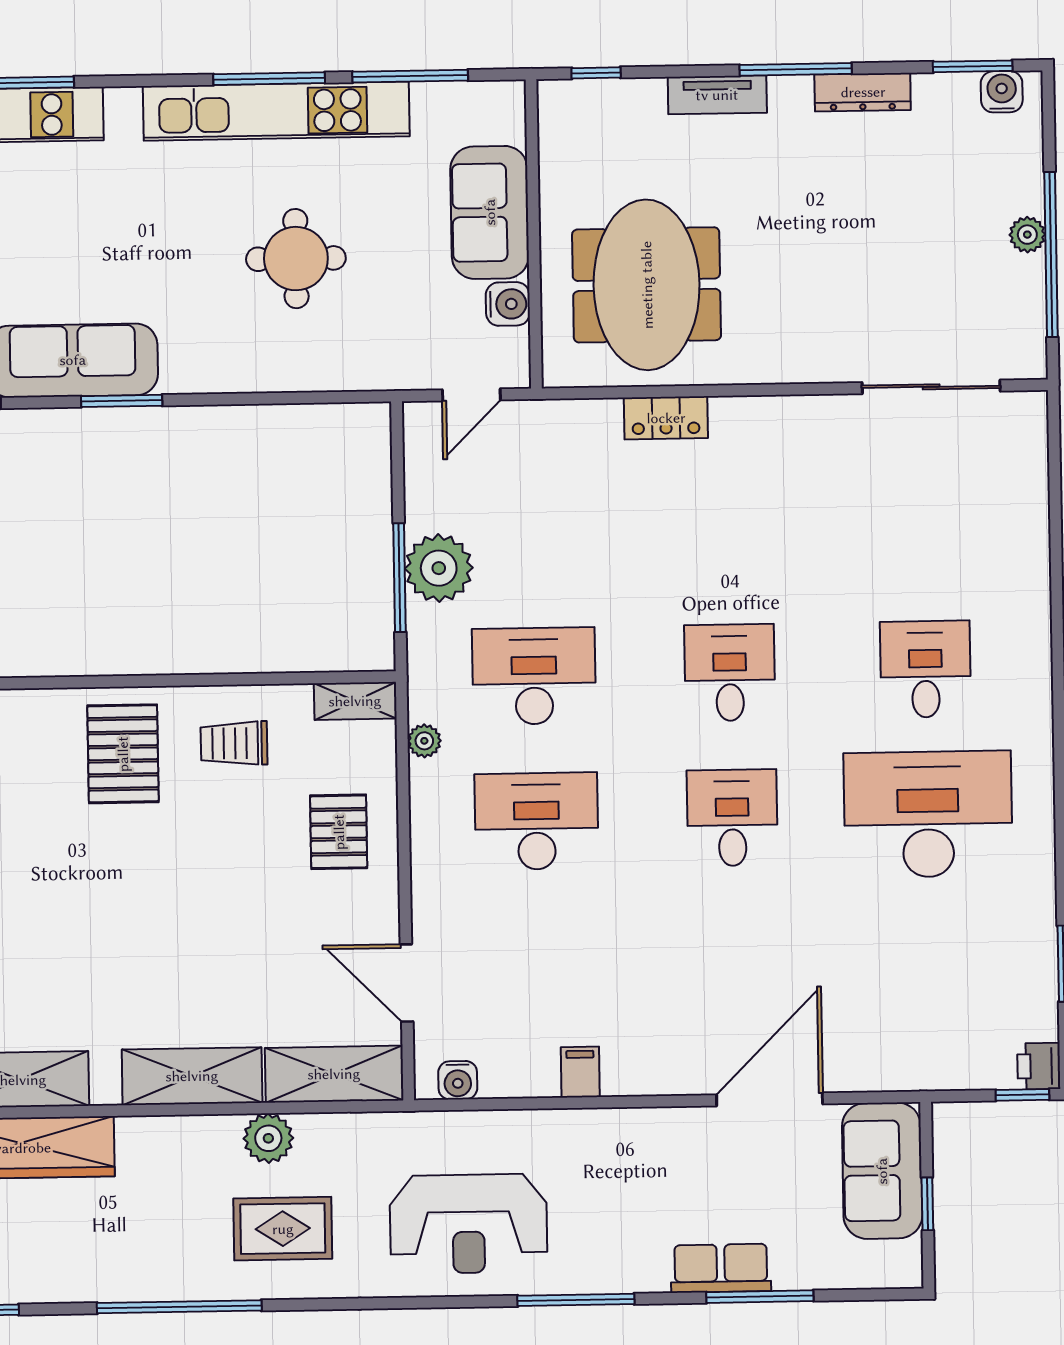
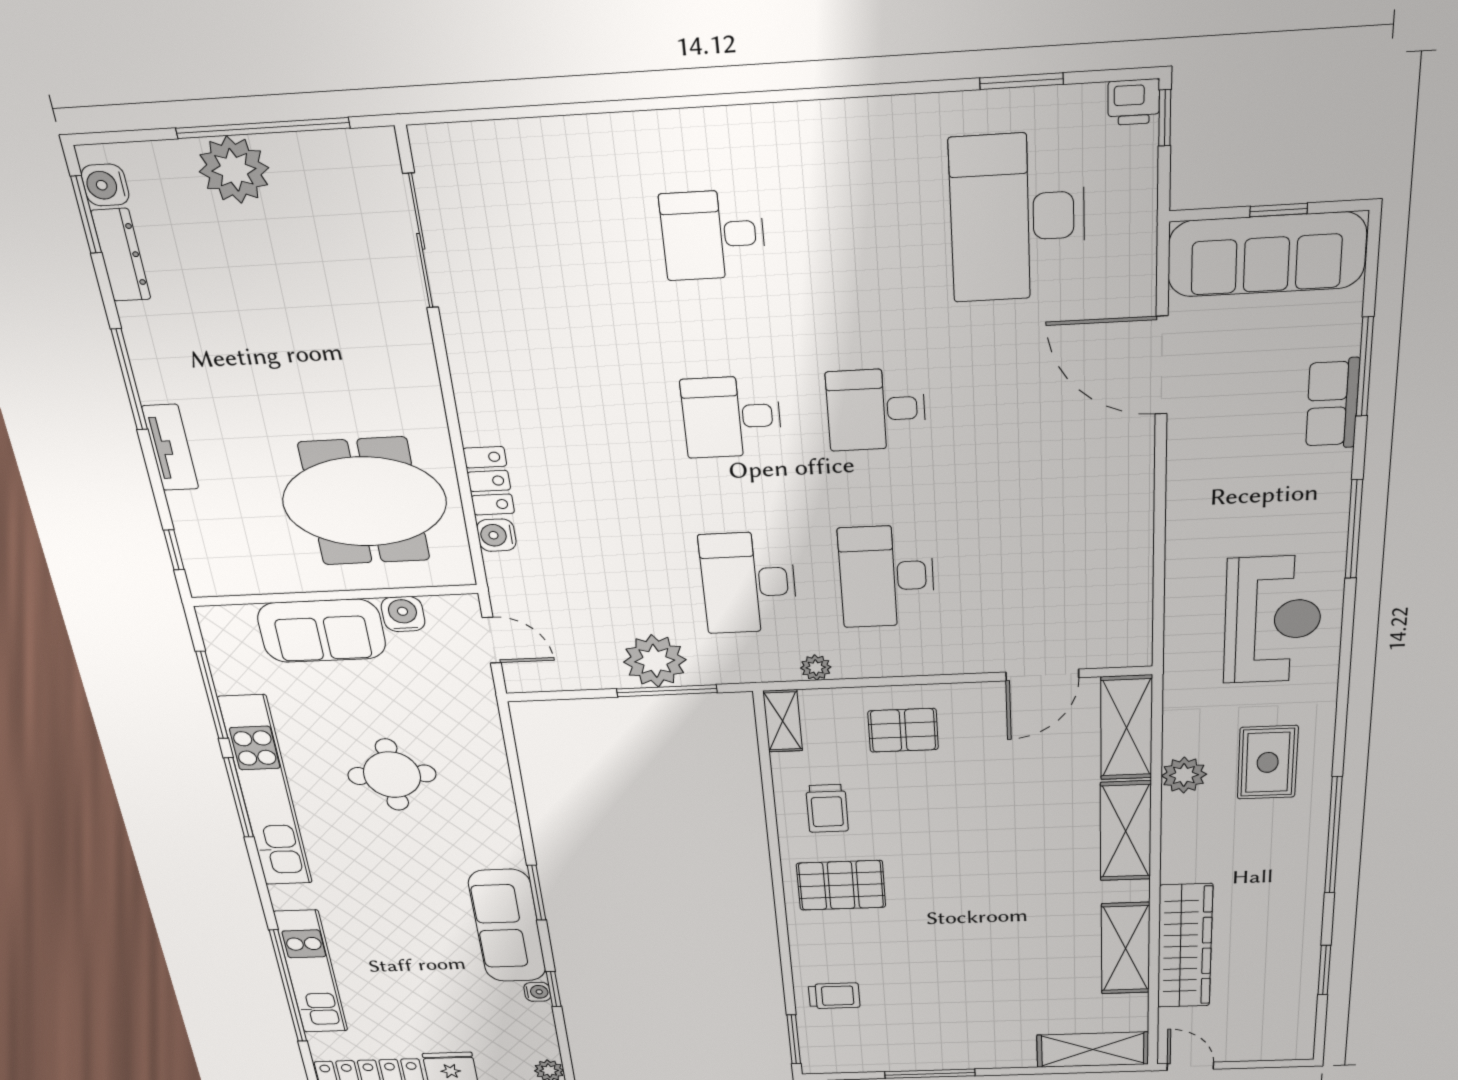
dresser: (863, 92) -> (121, 255), moved
plant: (1027, 235) -> (234, 170), width x1.88, depth x1.88
desk: (928, 814) -> (1018, 217), moved
filing cabinet: (580, 1072) -> (1129, 533), removed
water cooler: (458, 1080) -> (496, 535), moved, turned 180
sofa: (882, 1171) -> (1267, 255), width x1.36

